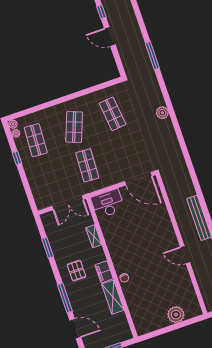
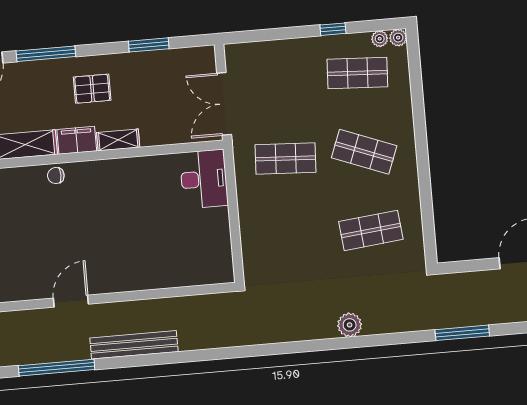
door: (138, 179) -> (236, 249), removed
shelving: (94, 236) -> (118, 140), moved

